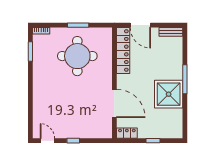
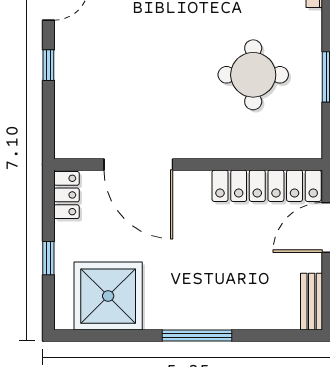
round table: (77, 56) -> (253, 75), width x0.73, depth x0.73
shower: (169, 94) -> (108, 296), moved
door: (114, 103) -> (138, 165), hinge flipped

